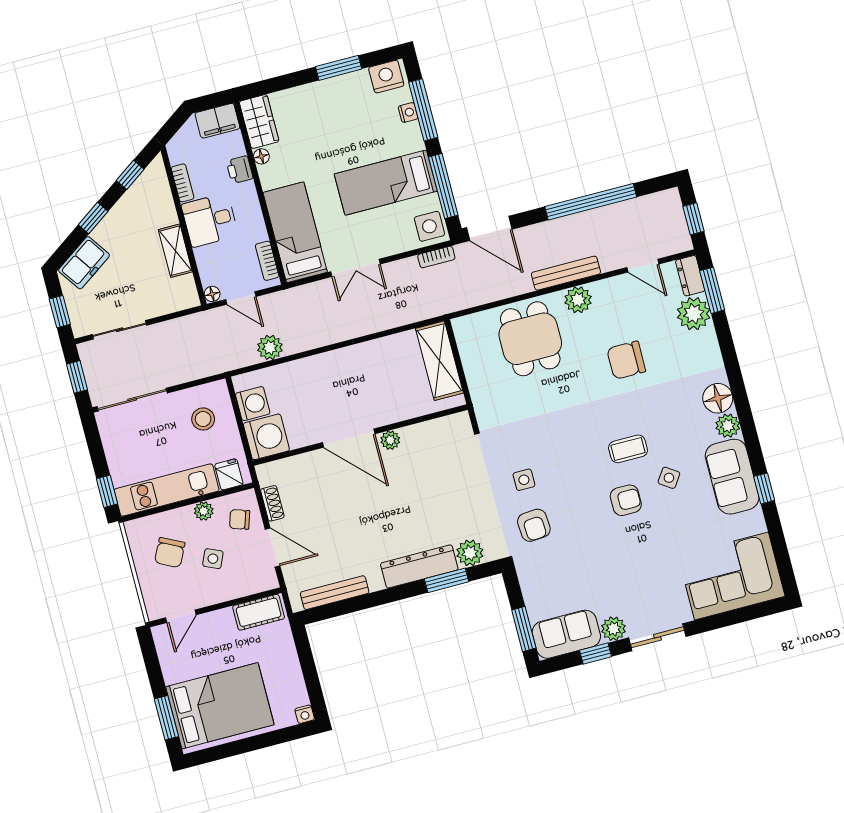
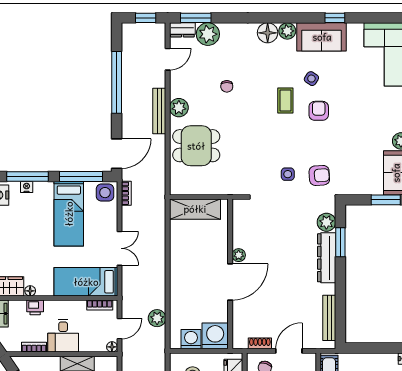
chair: (626, 360) -> (227, 86), width x0.54, depth x0.54

